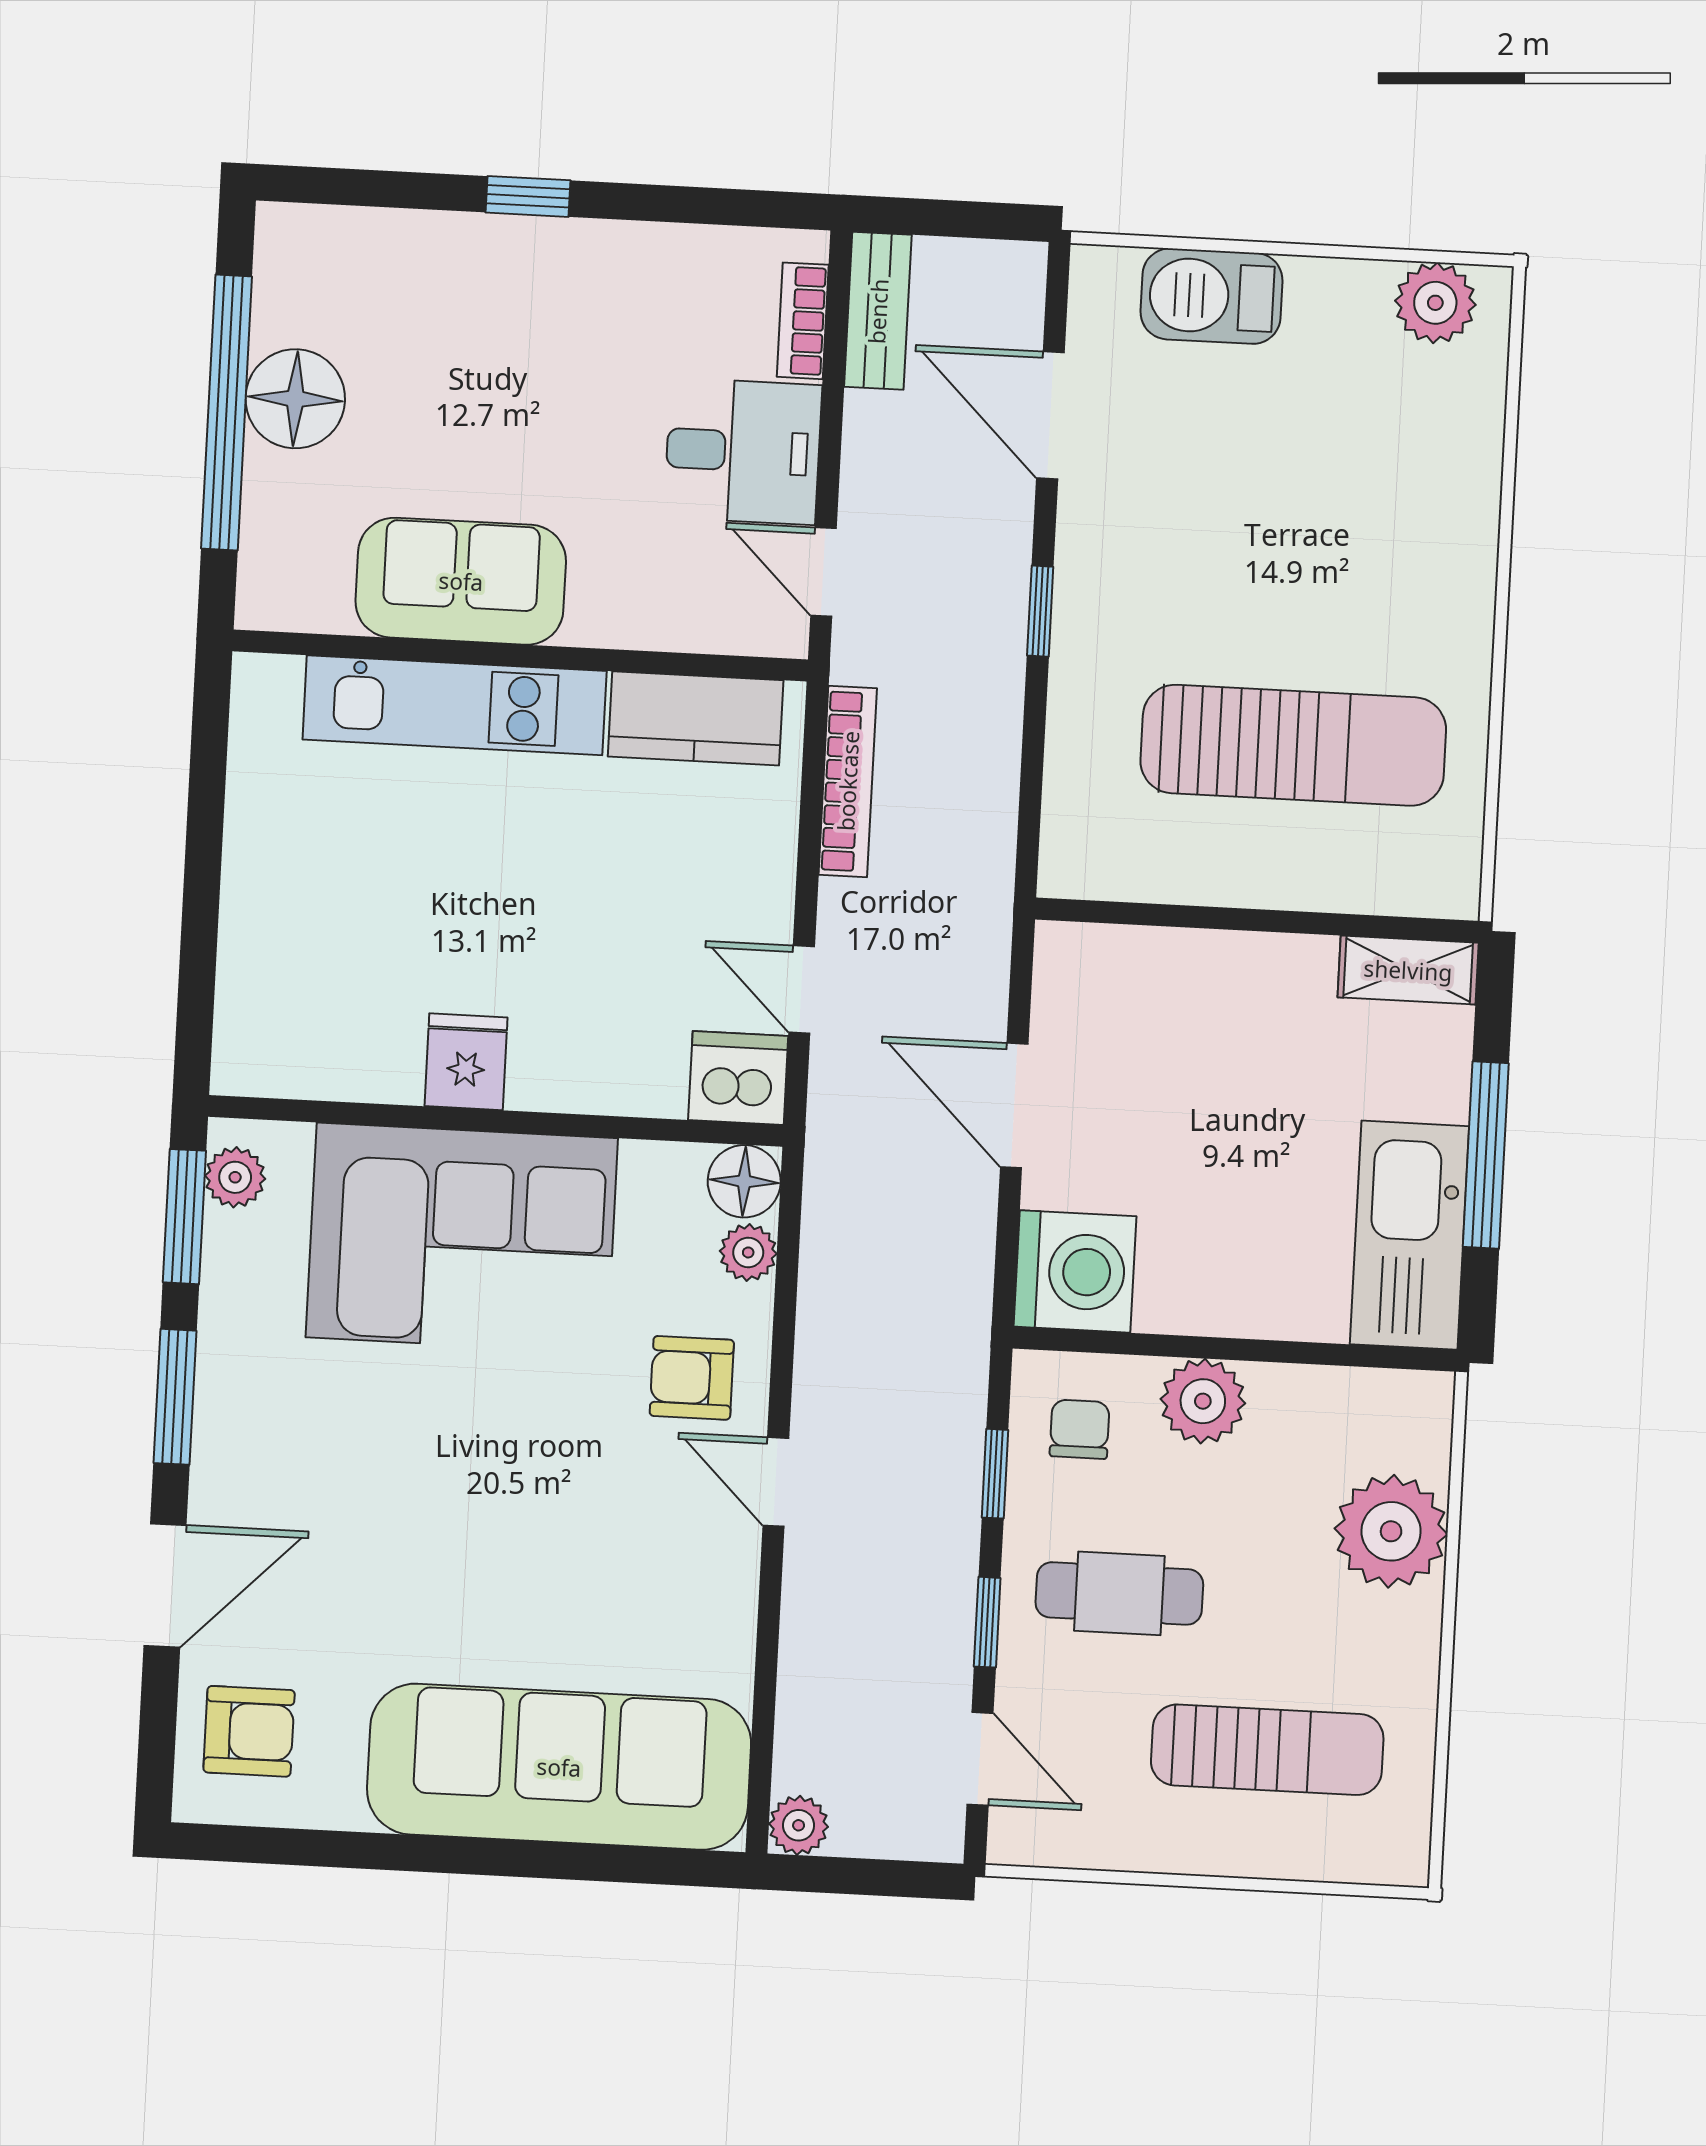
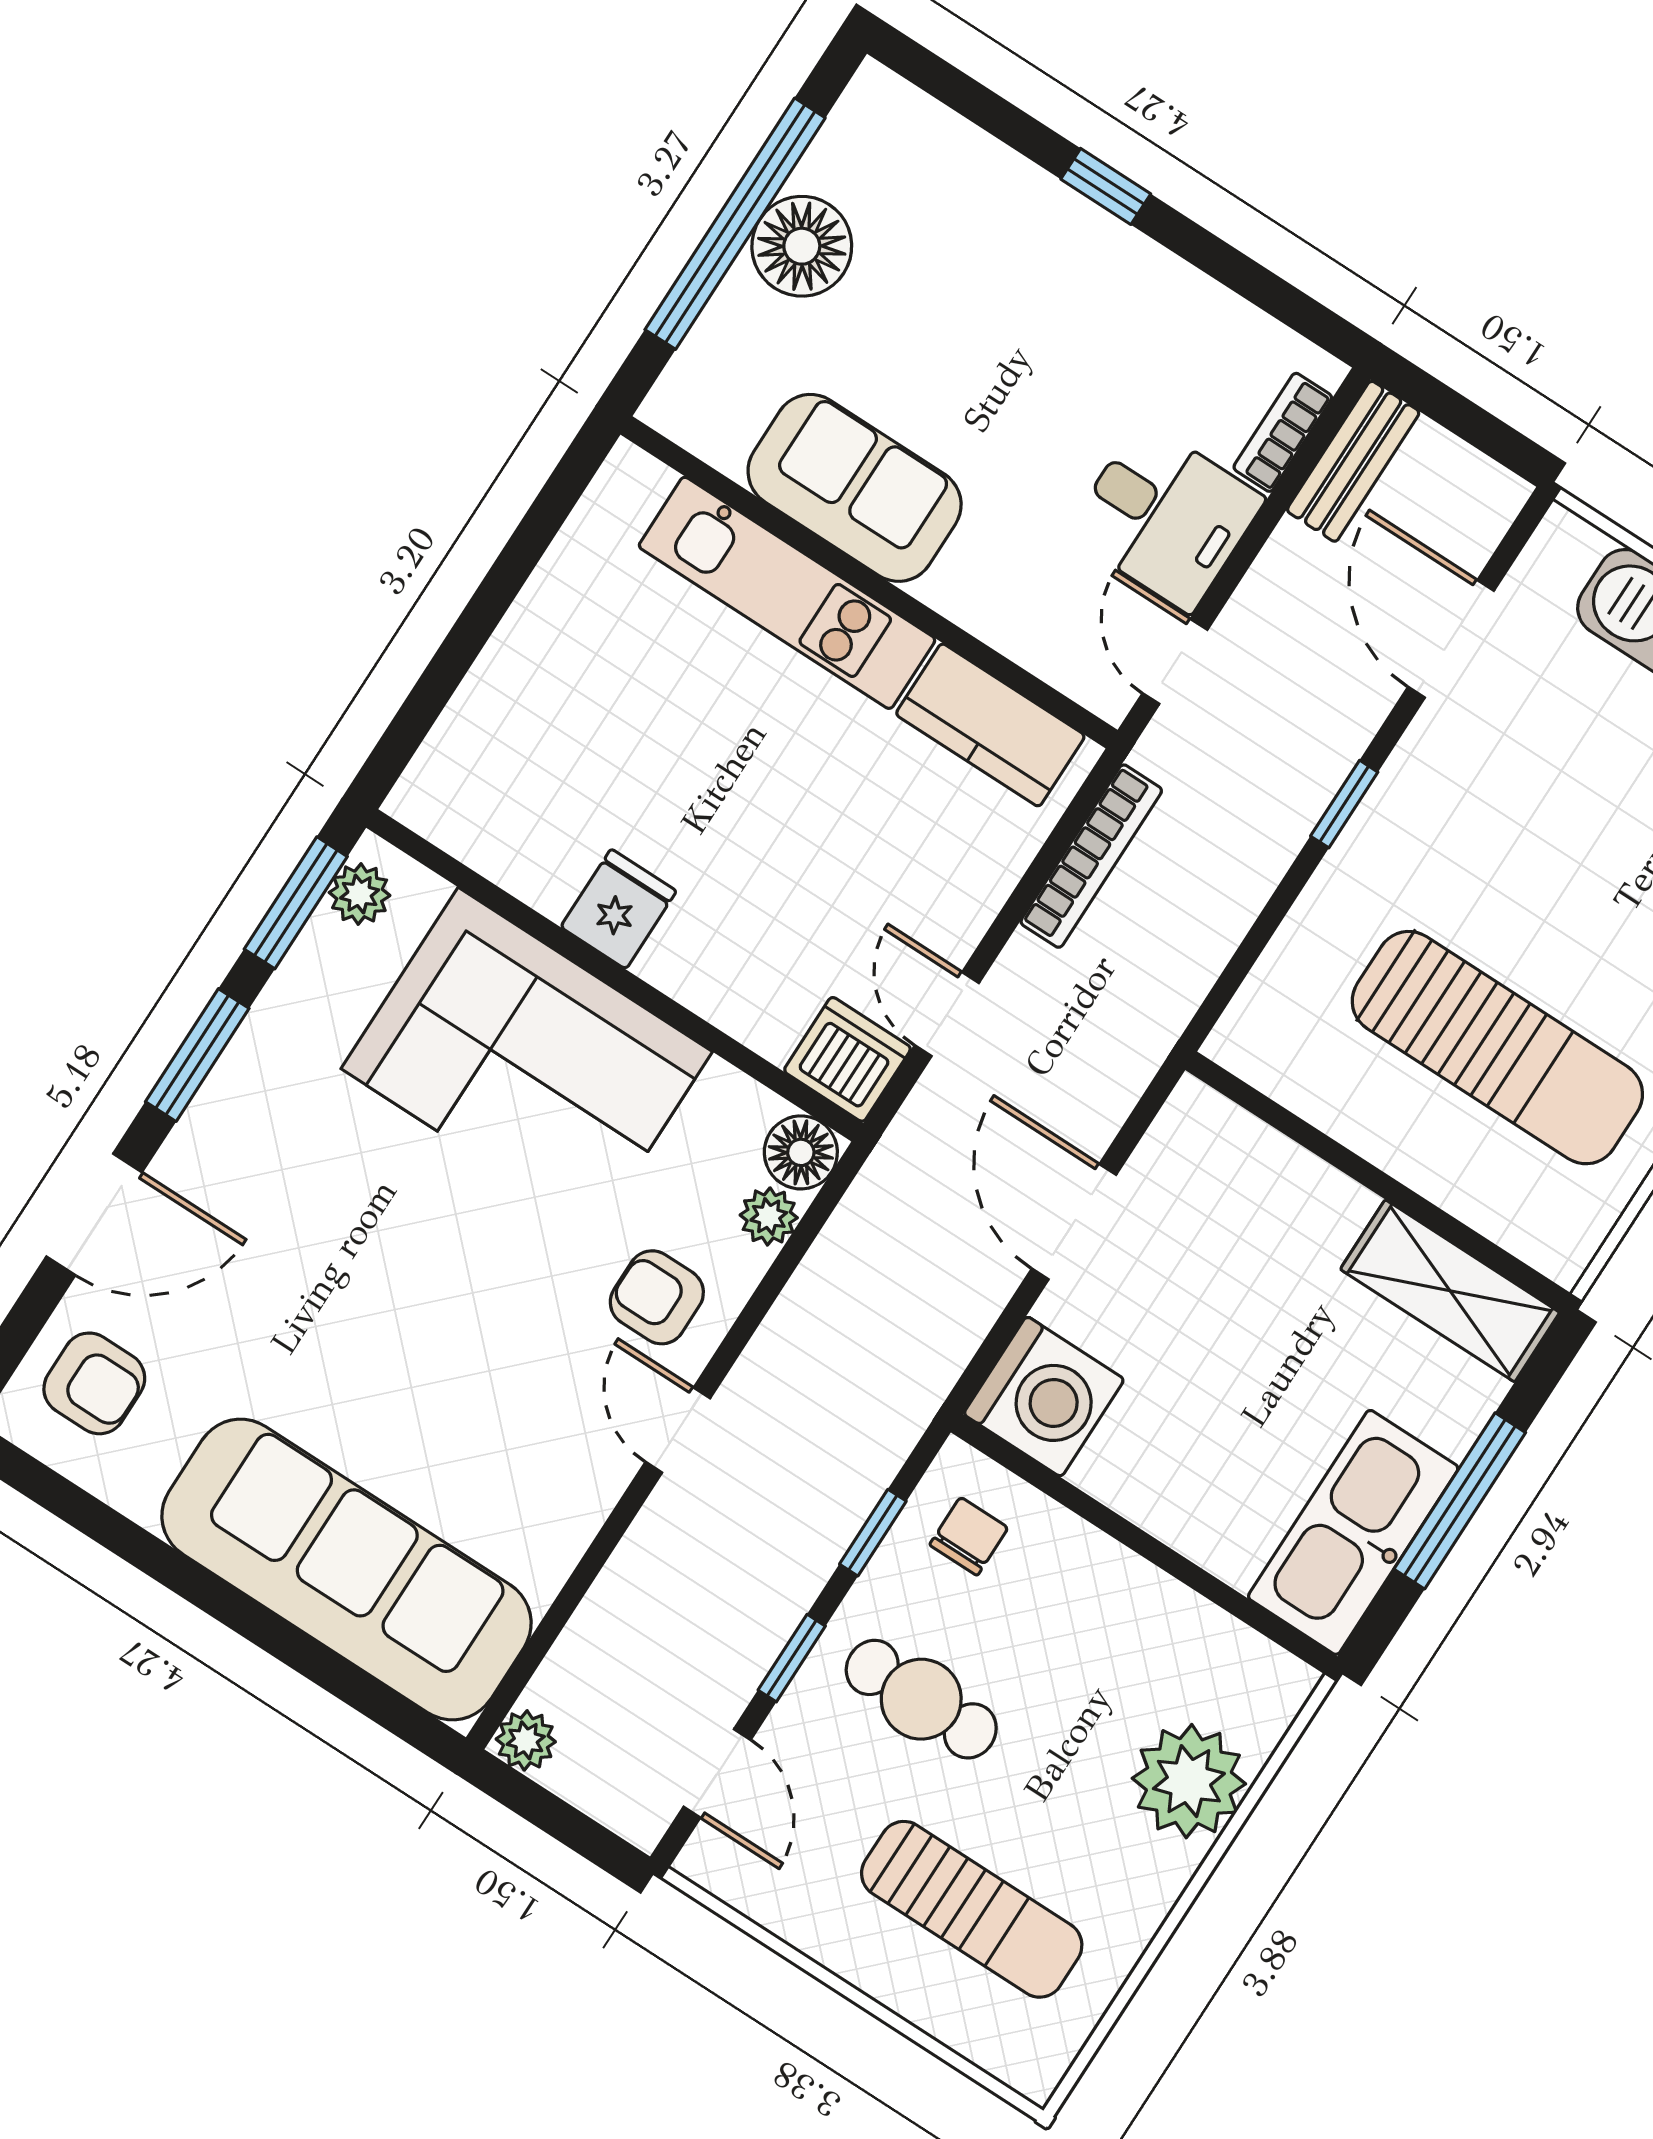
shelving: (1408, 970) -> (1450, 1291), width x1.50, depth x1.33
plant: (1203, 1401) -> (1090, 1574), removed

